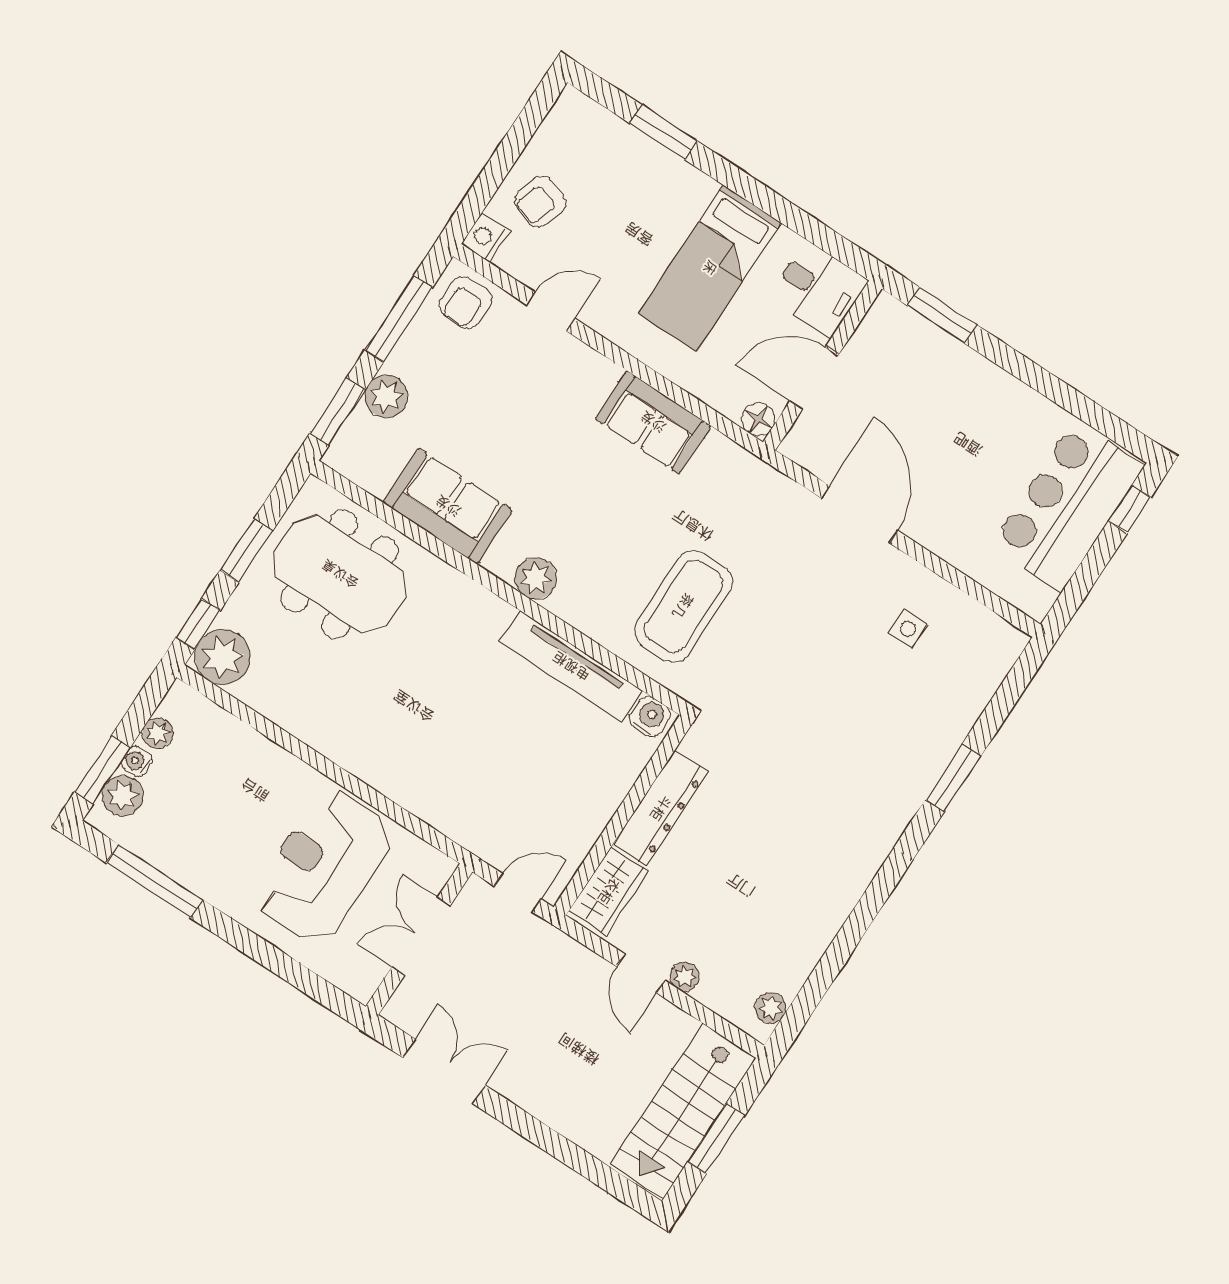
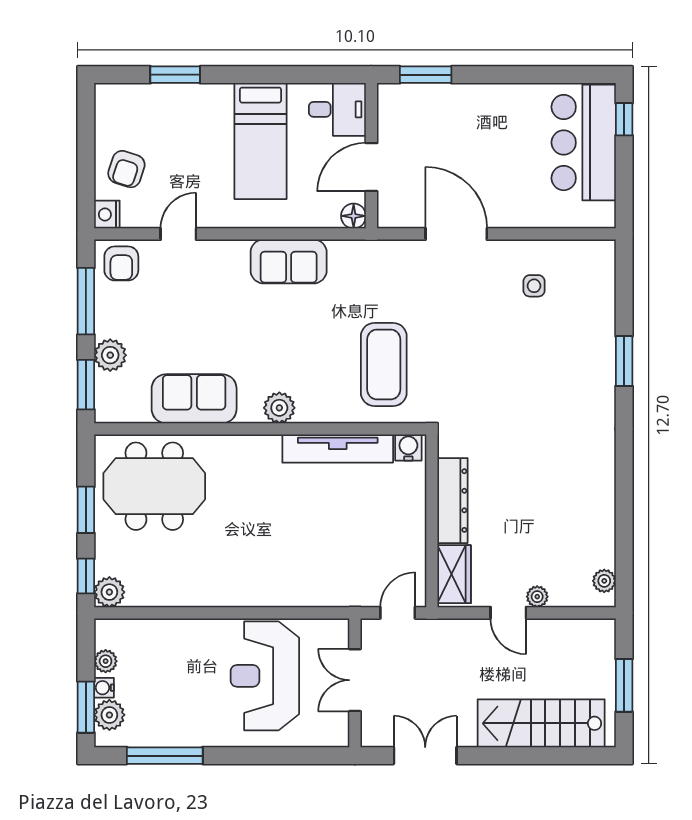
plant: (223, 657) -> (109, 592), width x0.73, depth x0.73
stairs: (683, 1111) -> (541, 723), moved, turned 90

